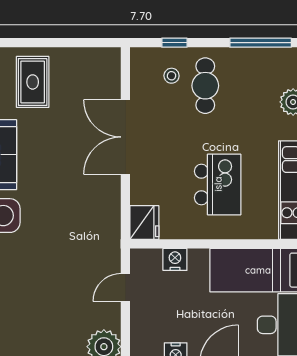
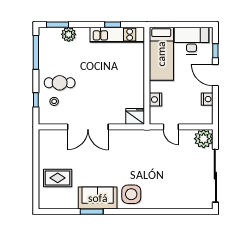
kitchen island: (218, 184) -> (114, 76), removed

